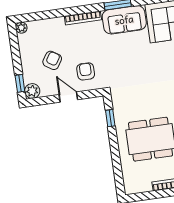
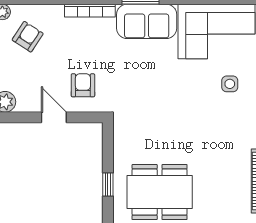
armchair: (52, 60) -> (28, 37), moved
window: (110, 118) -> (108, 185), moved

